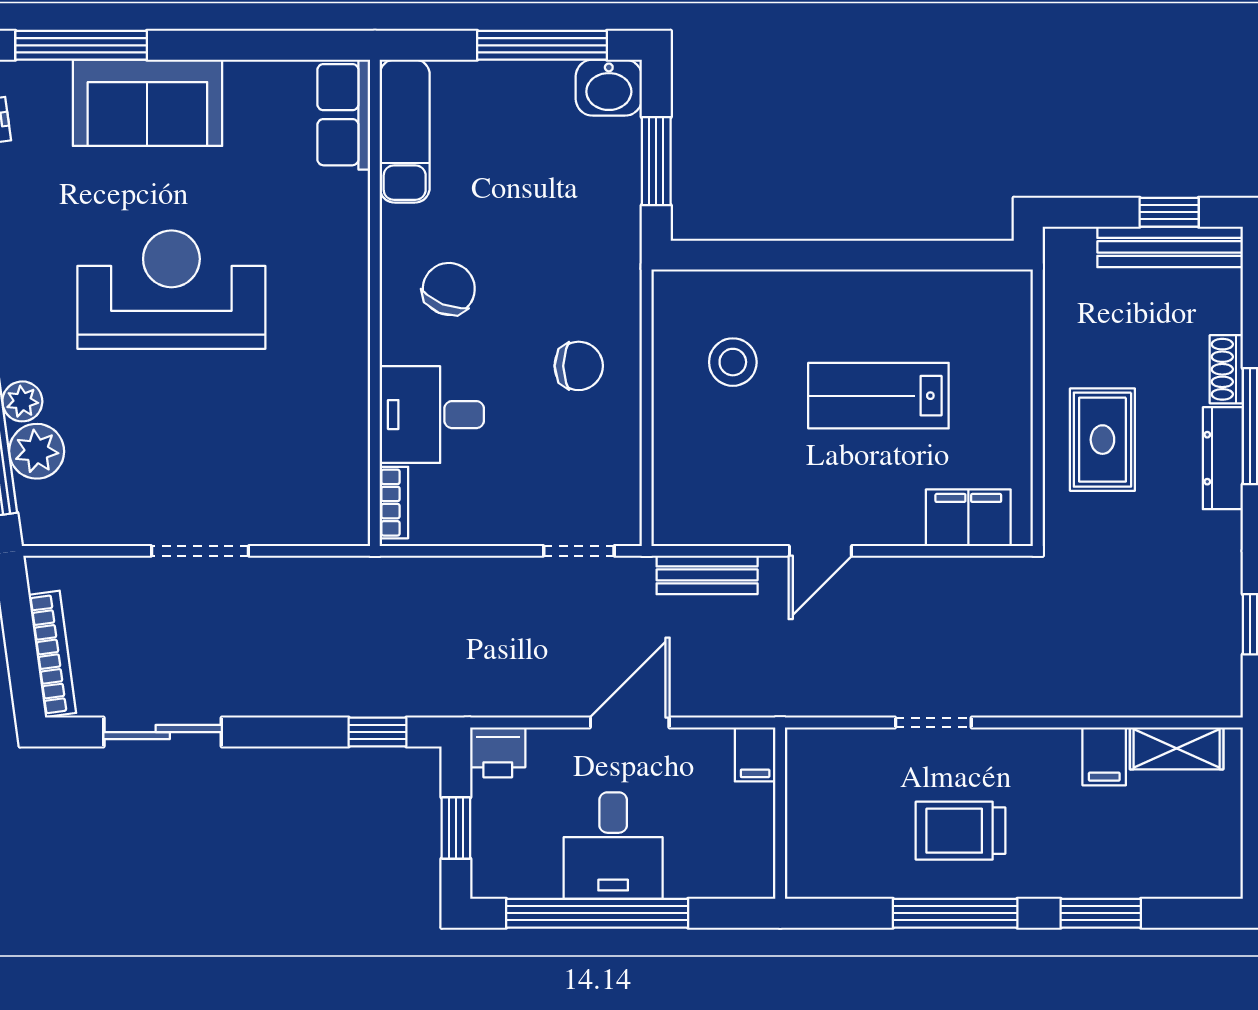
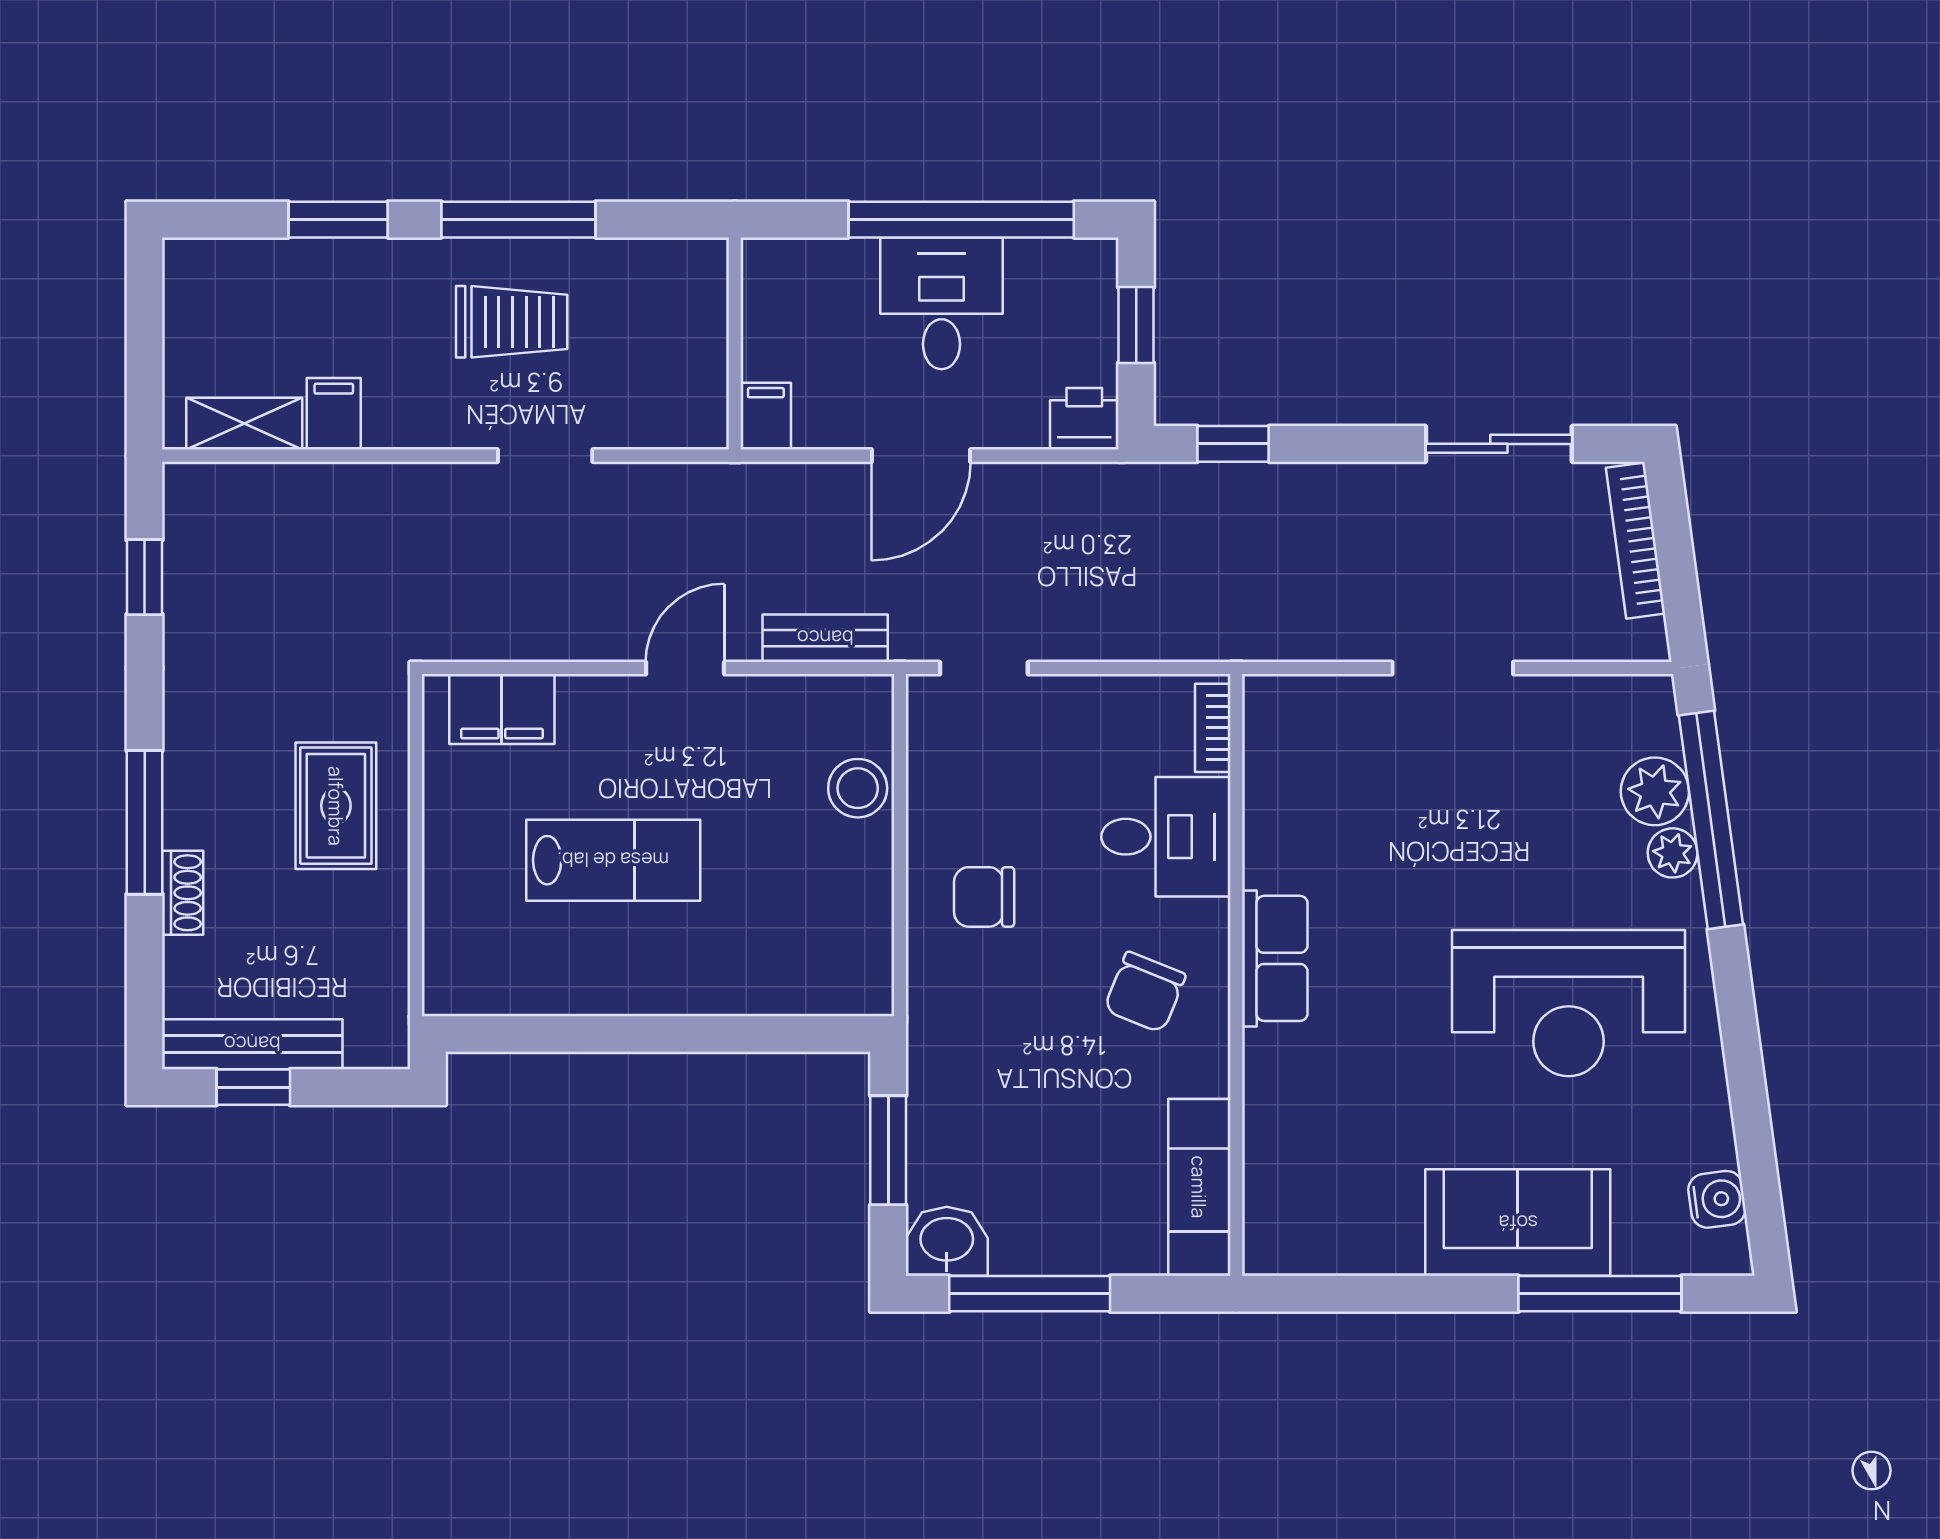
row of seats: (344, 115) -> (1275, 958), moved
reception desk: (171, 290) -> (1569, 1003), moved
stool: (733, 362) -> (858, 788), moved
dresser: (1223, 458) -> (187, 783), removed

